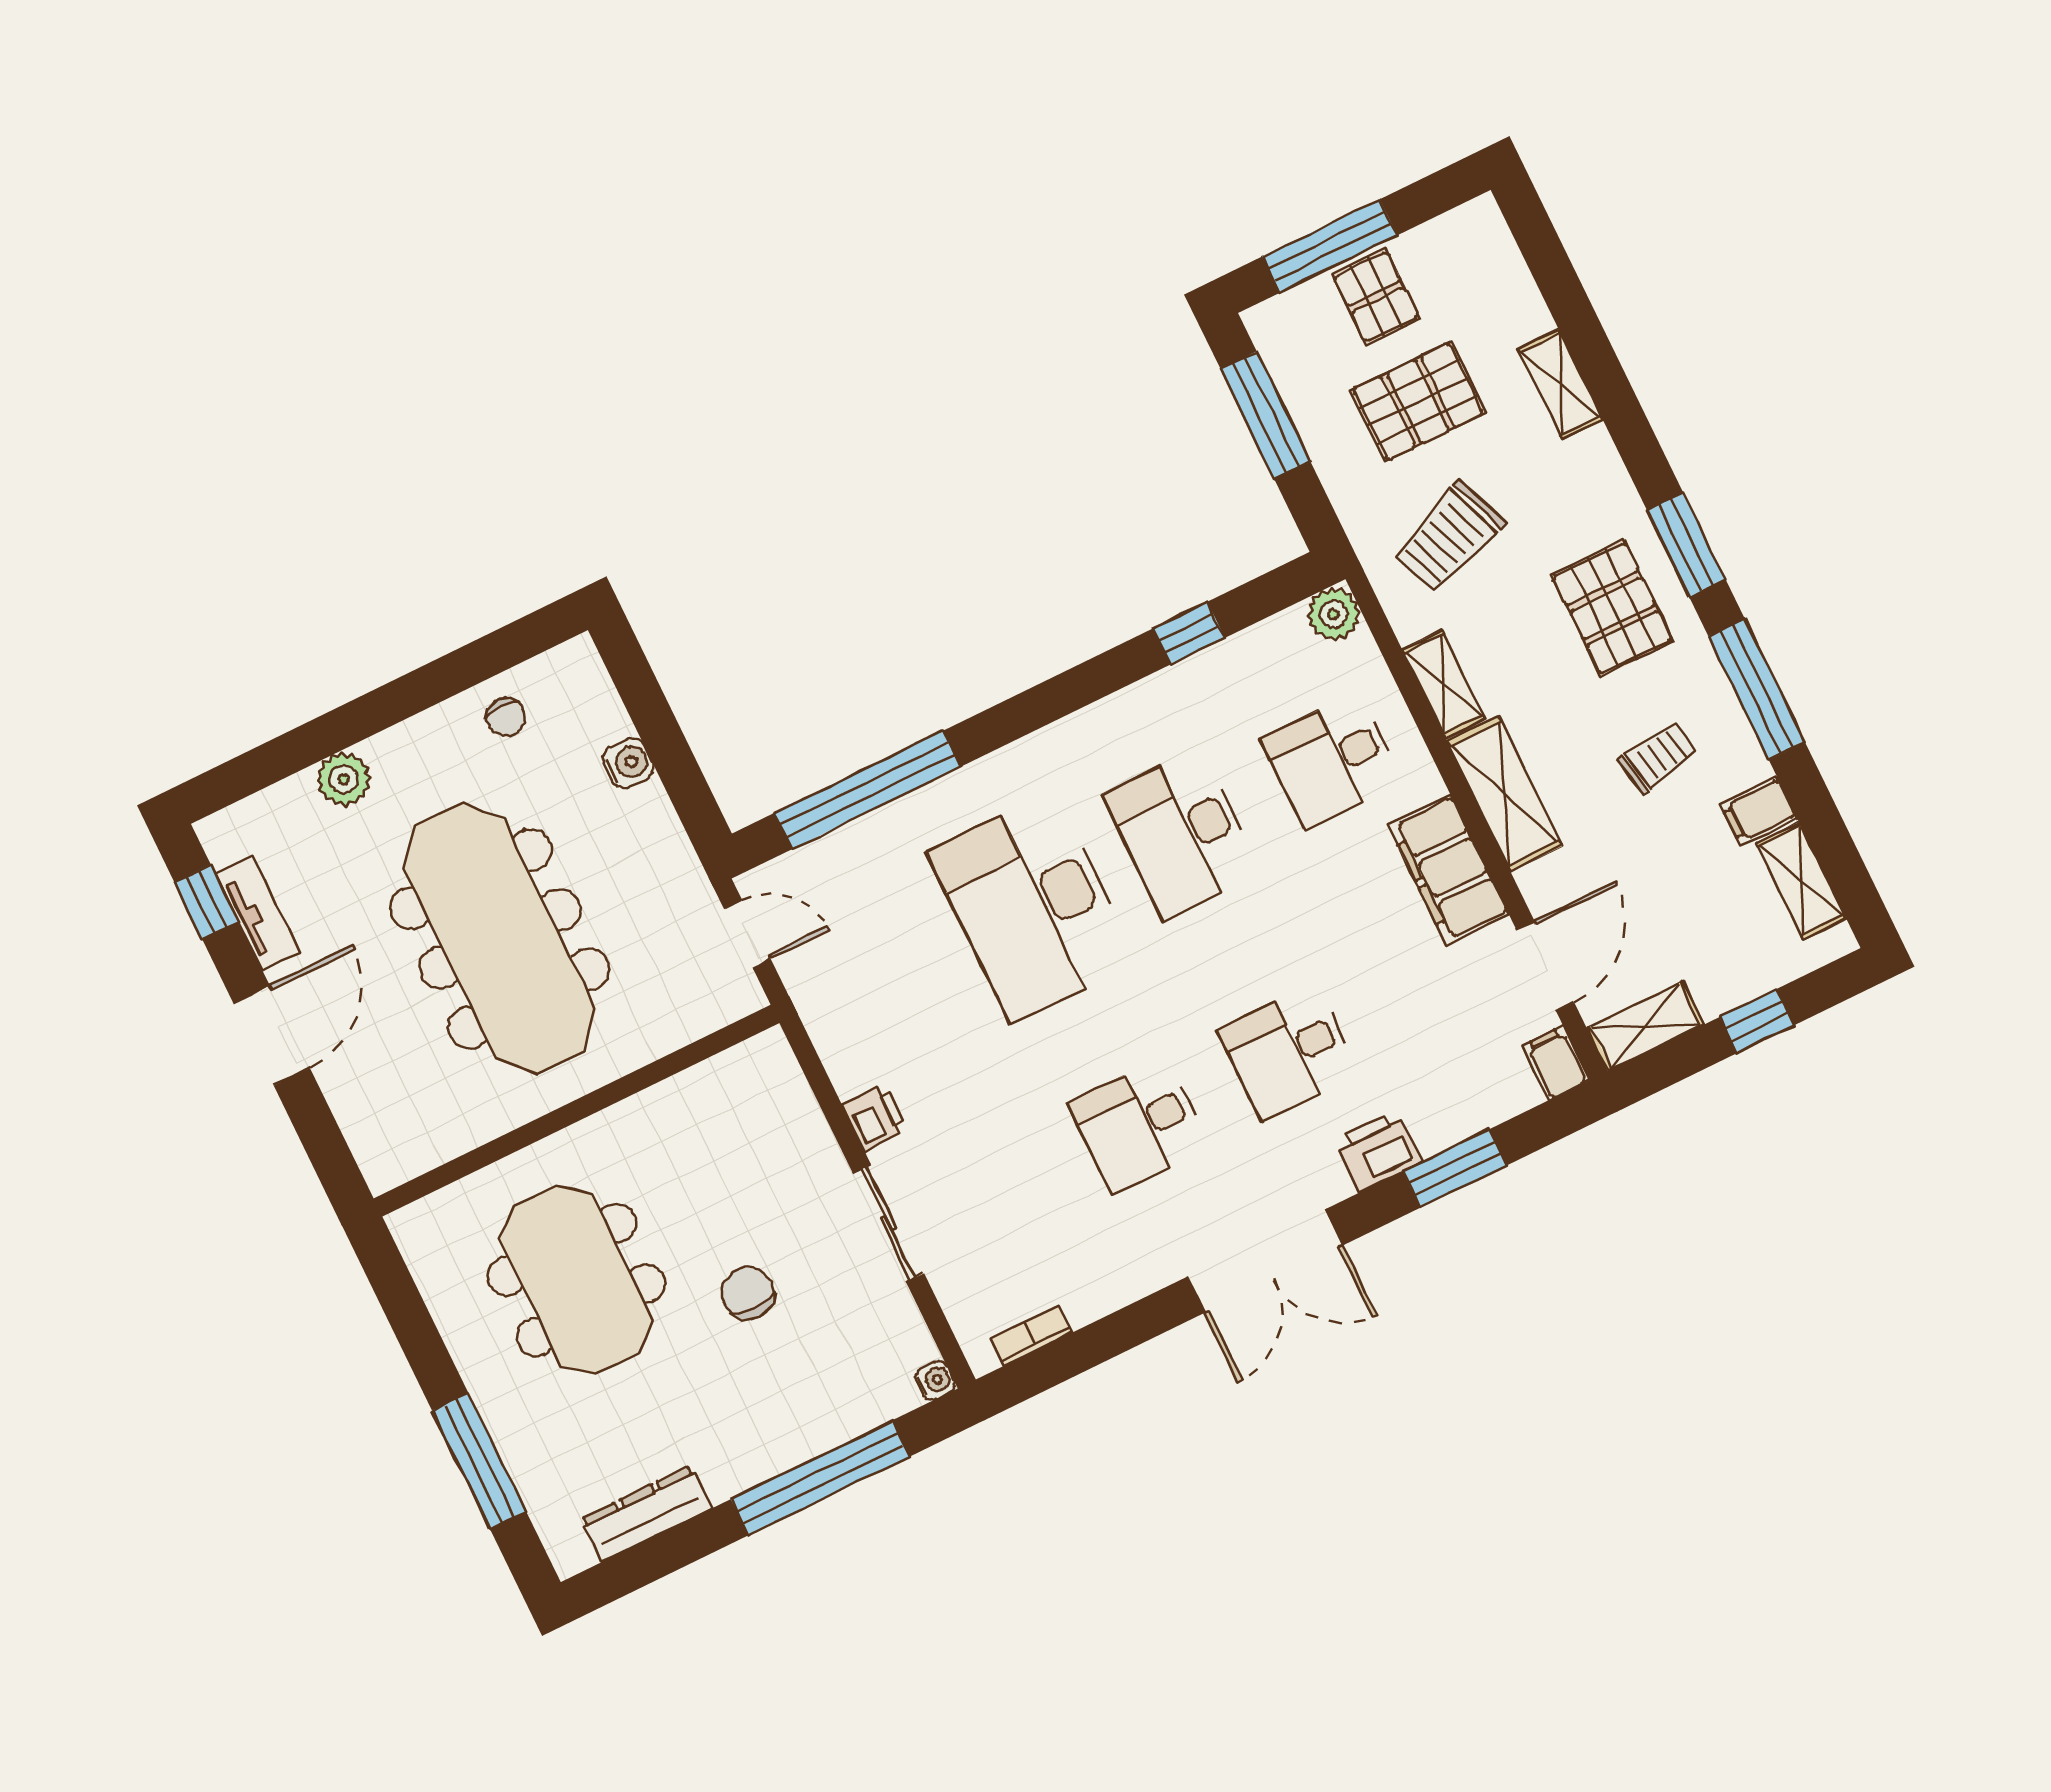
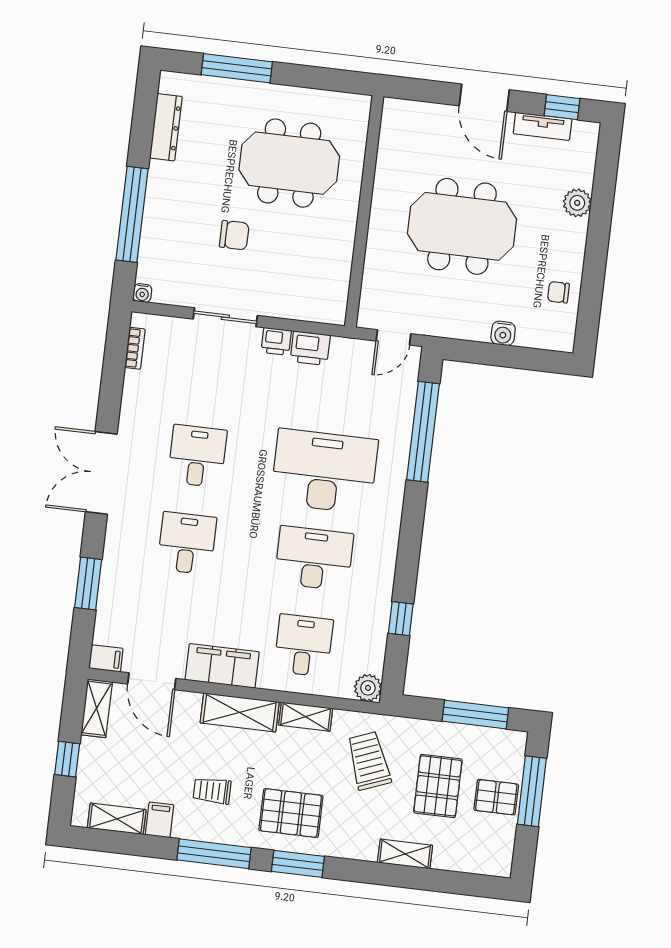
trolley: (1658, 757) -> (212, 791), turned 100
meeting table: (500, 939) -> (462, 226), width x0.73
printer: (1378, 1151) -> (310, 348), moved, turned 90

